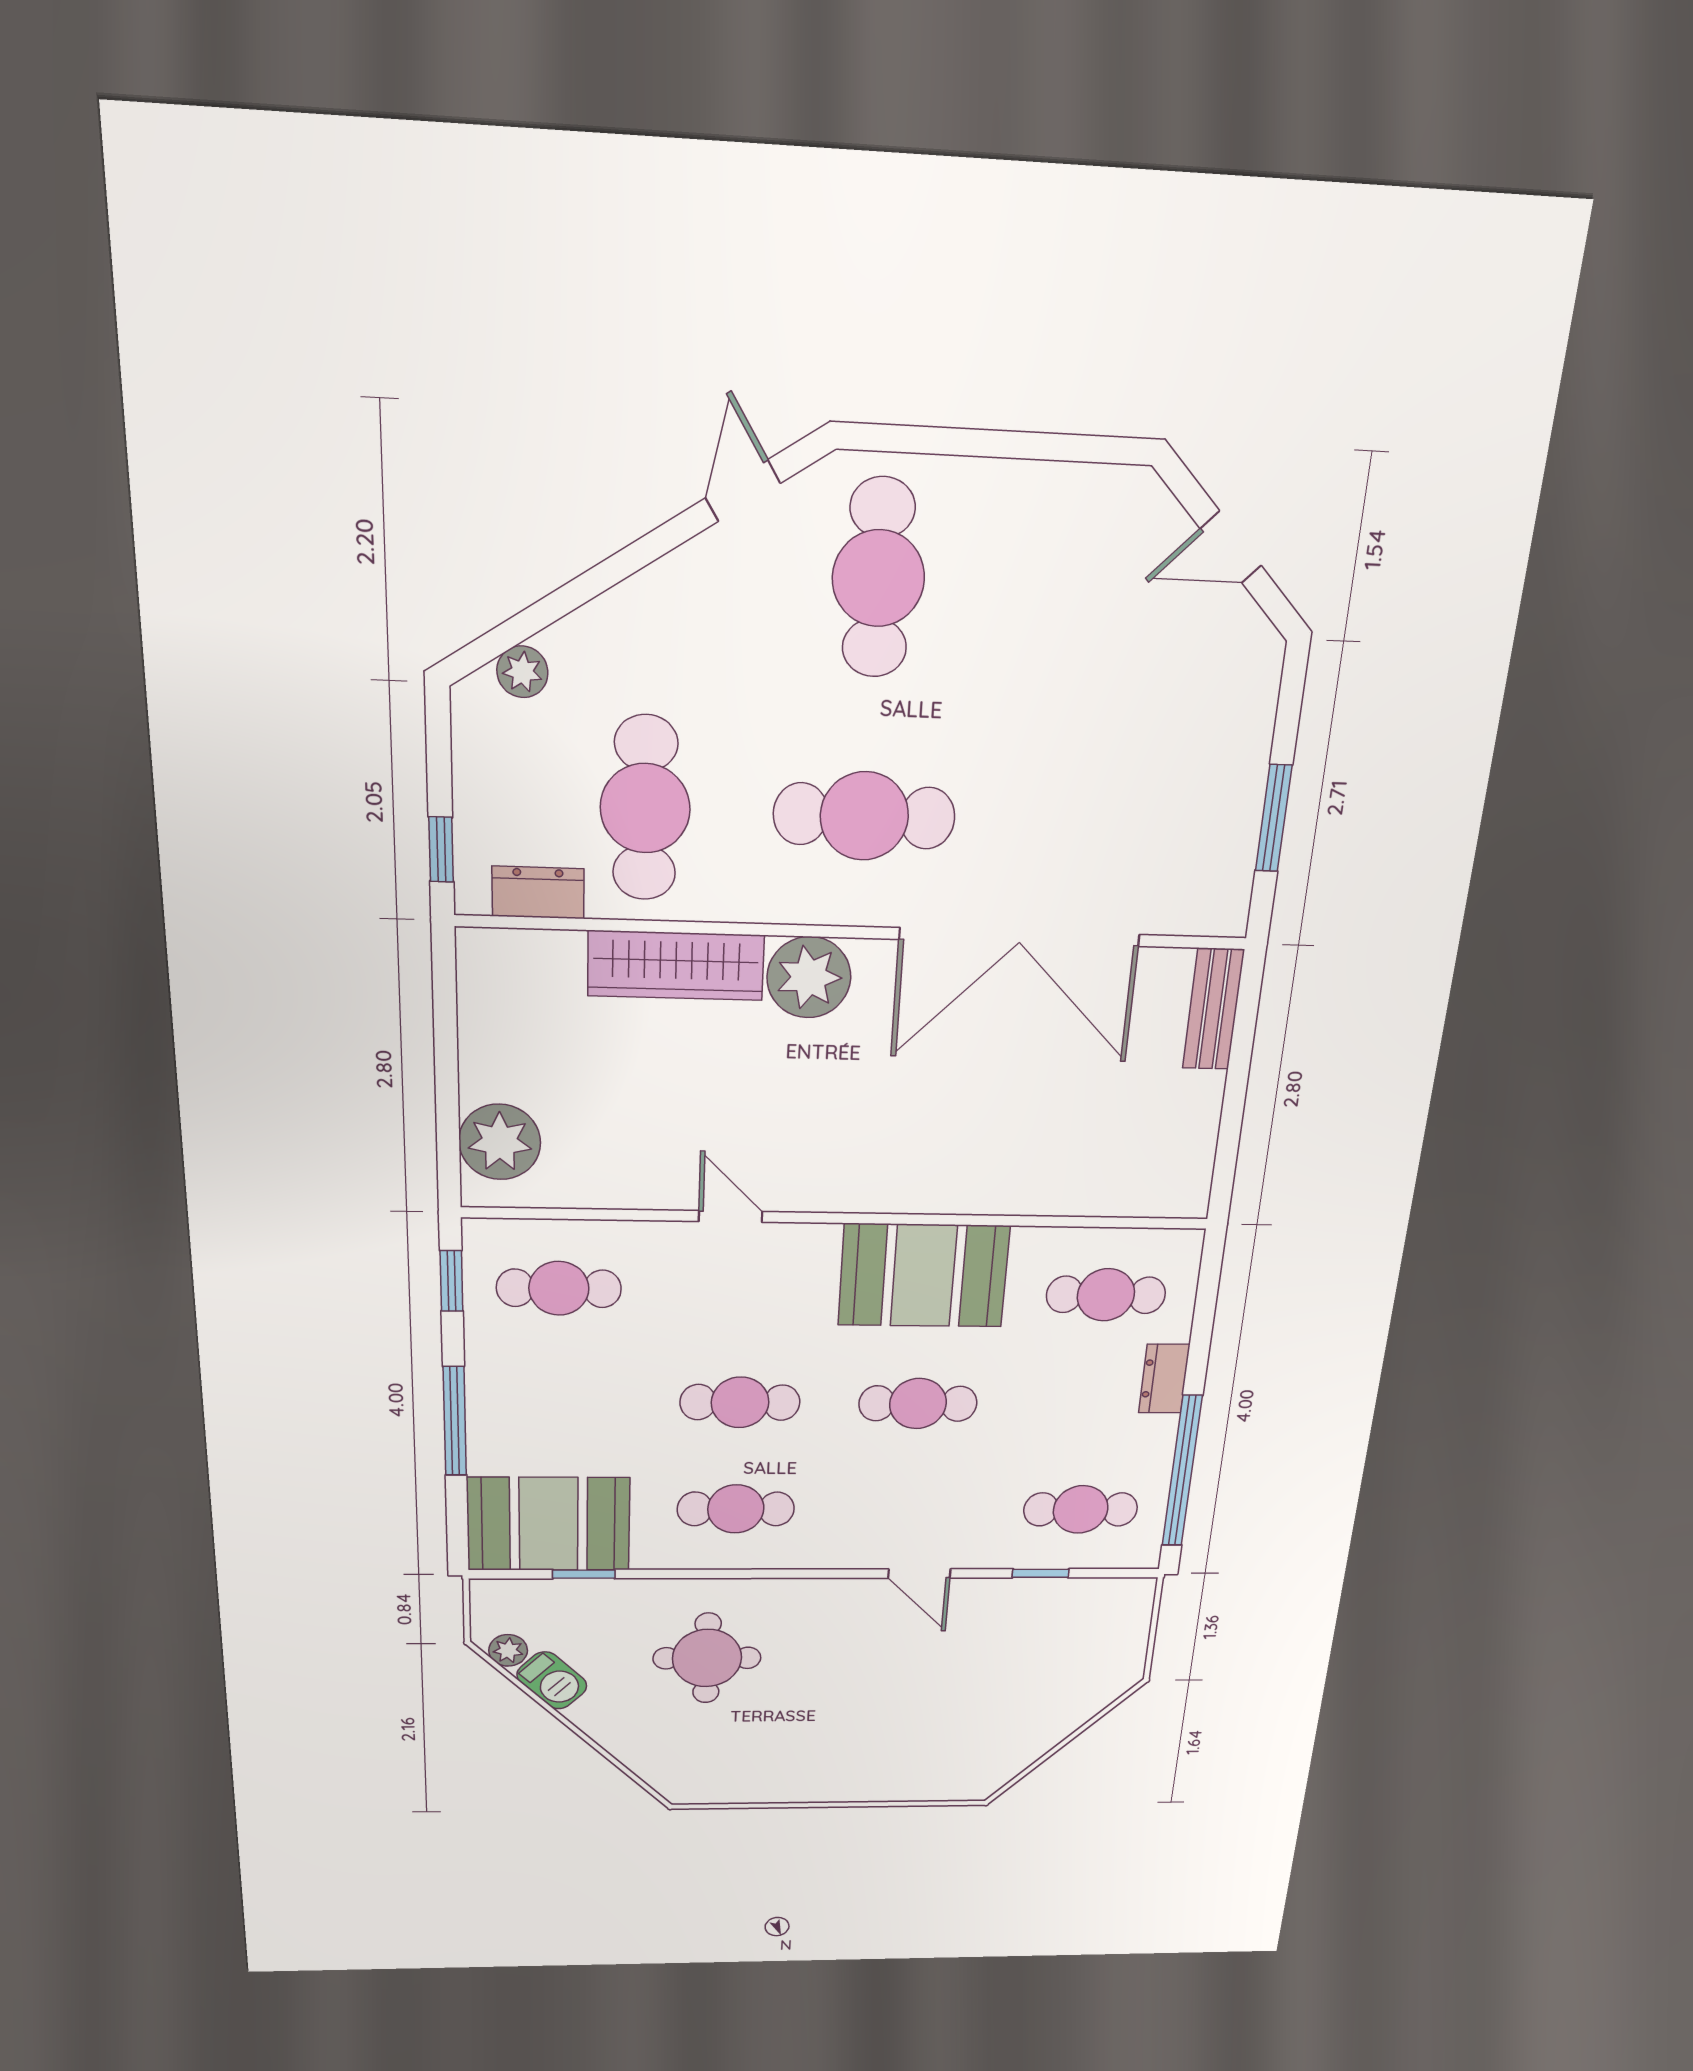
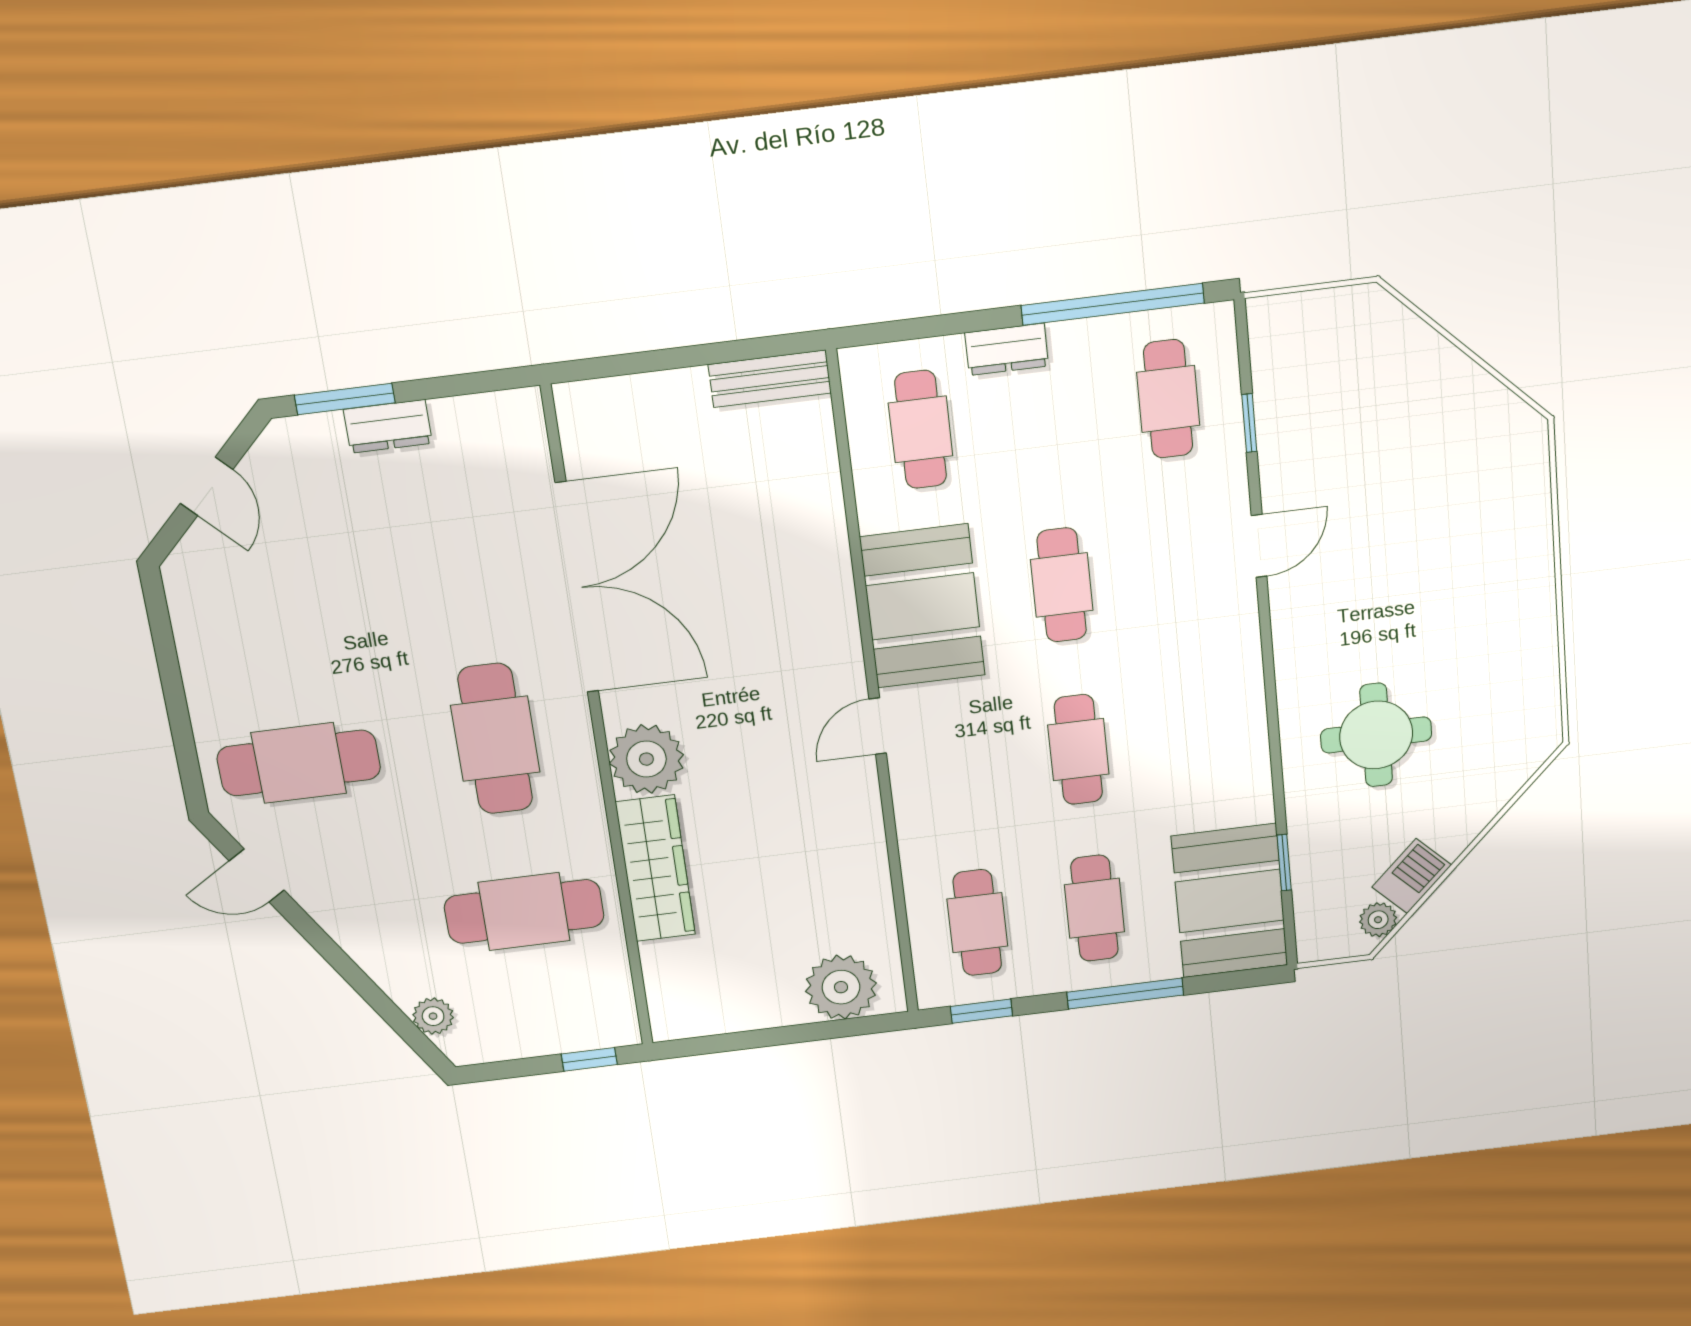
window: (1274, 818) -> (345, 399), moved
dresser: (538, 892) -> (388, 426), moved, turned -90
bench: (1213, 1009) -> (770, 379), moved
door: (731, 1216) -> (878, 726), moved
cafe table: (736, 1509) -> (1094, 908), moved

